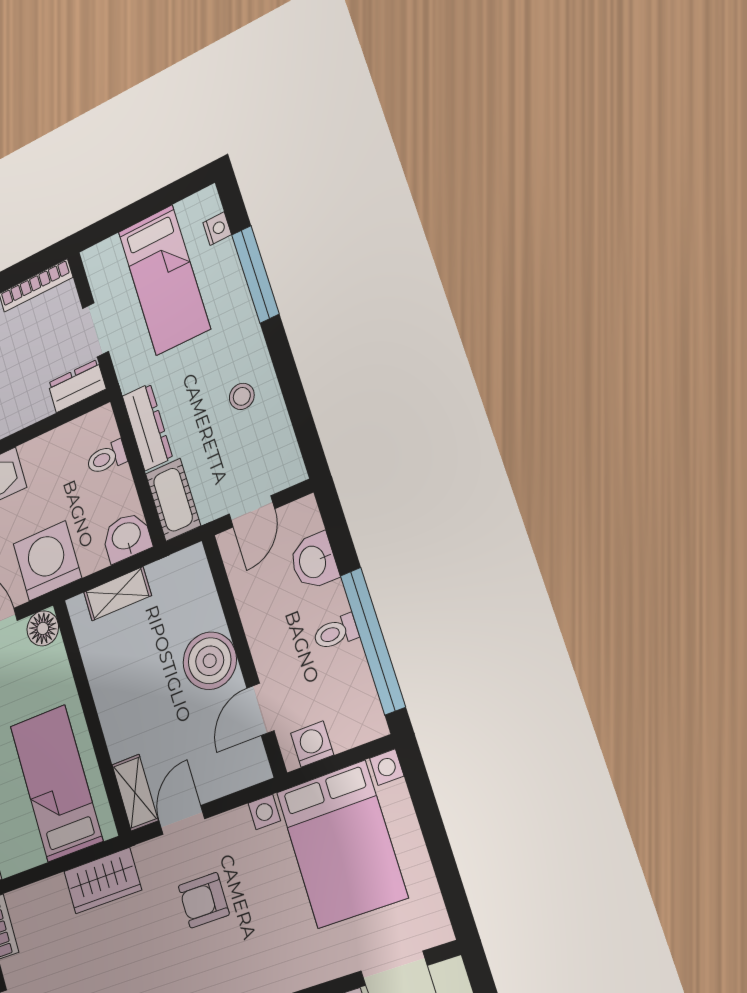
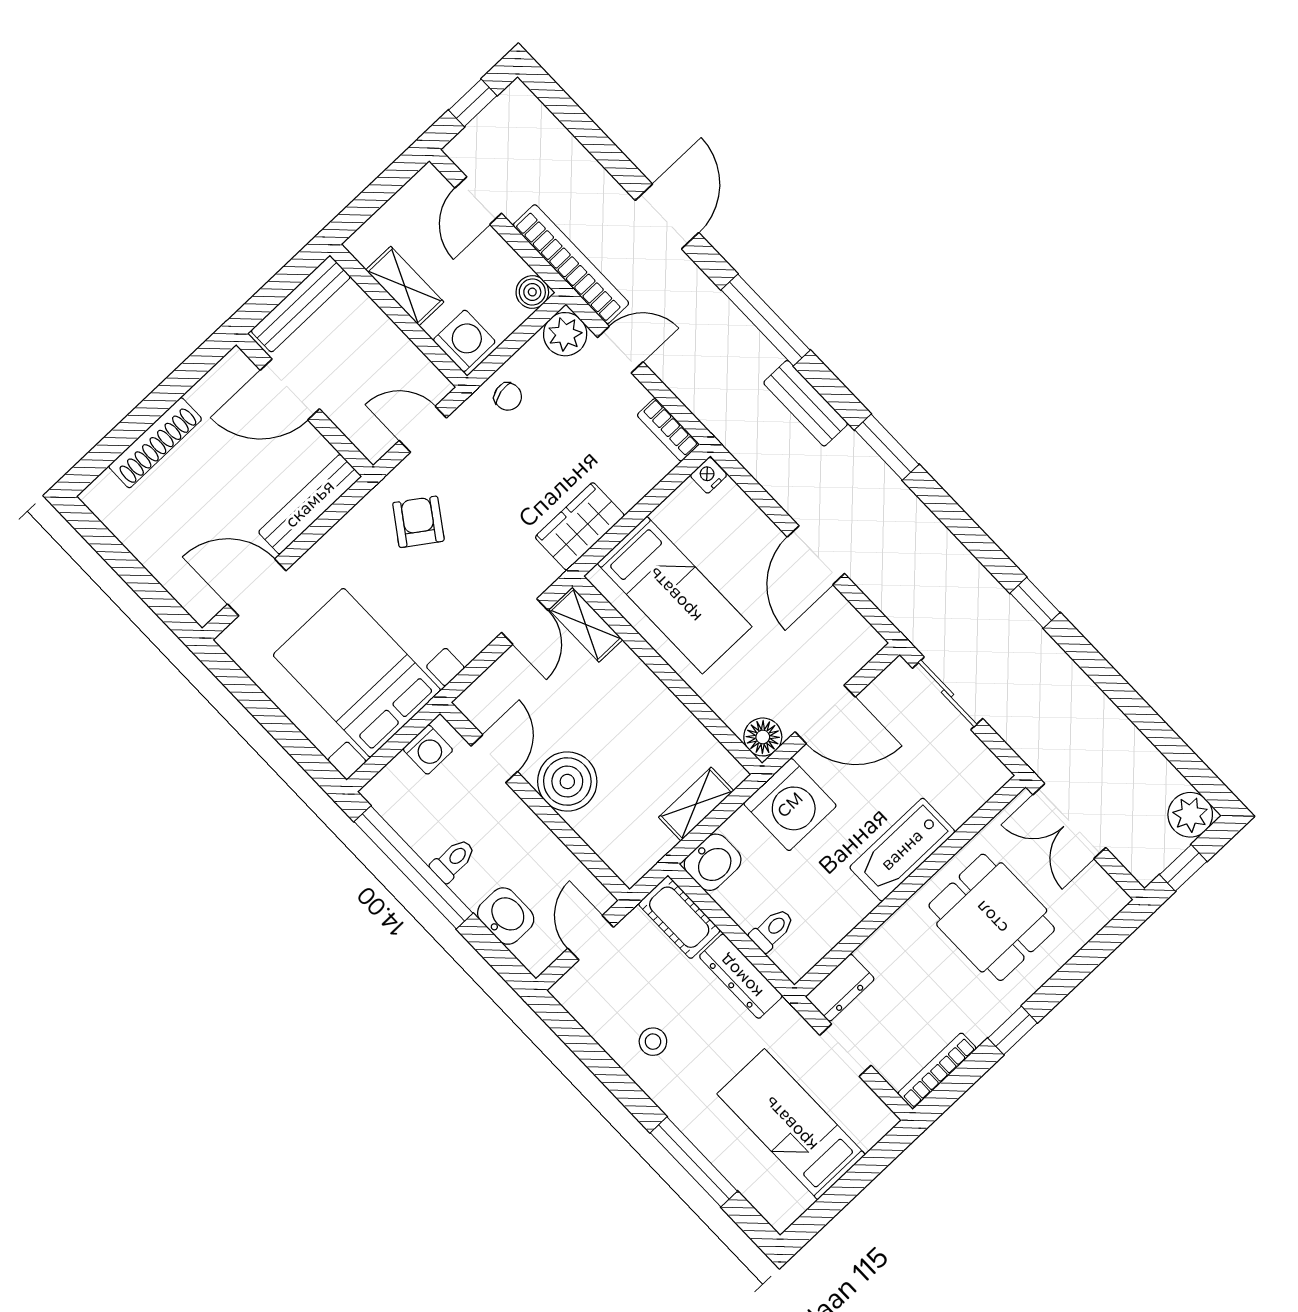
nightstand: (217, 229) -> (757, 1192), removed
armchair: (204, 900) -> (418, 522), moved, turned -55

